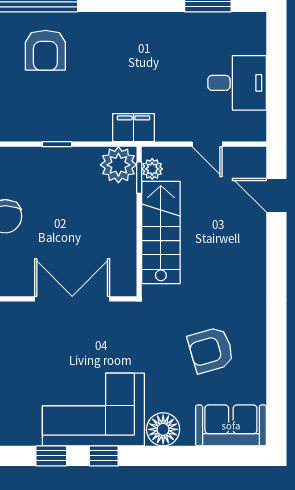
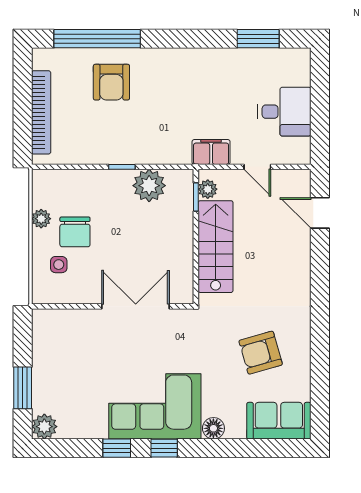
filing cabinet: (133, 128) -> (211, 152), moved
plant: (118, 165) -> (149, 186), moved
floor lamp: (163, 429) -> (213, 428), width x0.73, depth x0.73

